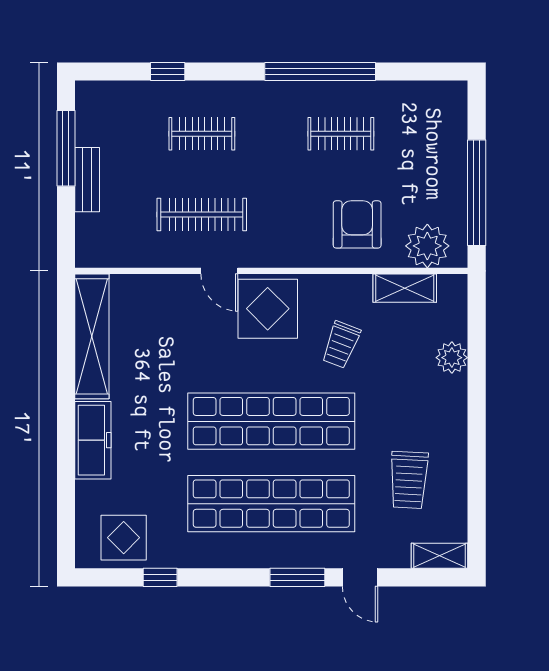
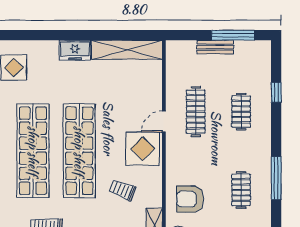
window: (320, 71) -> (276, 178), width x0.68
armchair: (357, 224) -> (190, 199), turned 180
freezer: (93, 440) -> (75, 50), width x0.71

